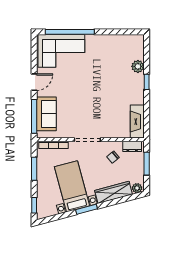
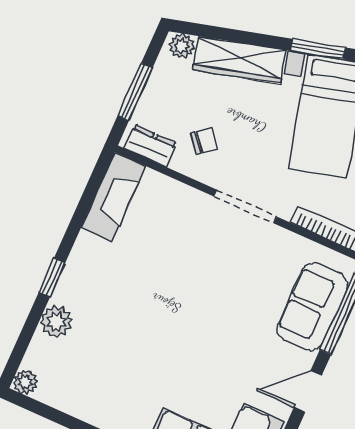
plant: (139, 39) -> (25, 382), added

